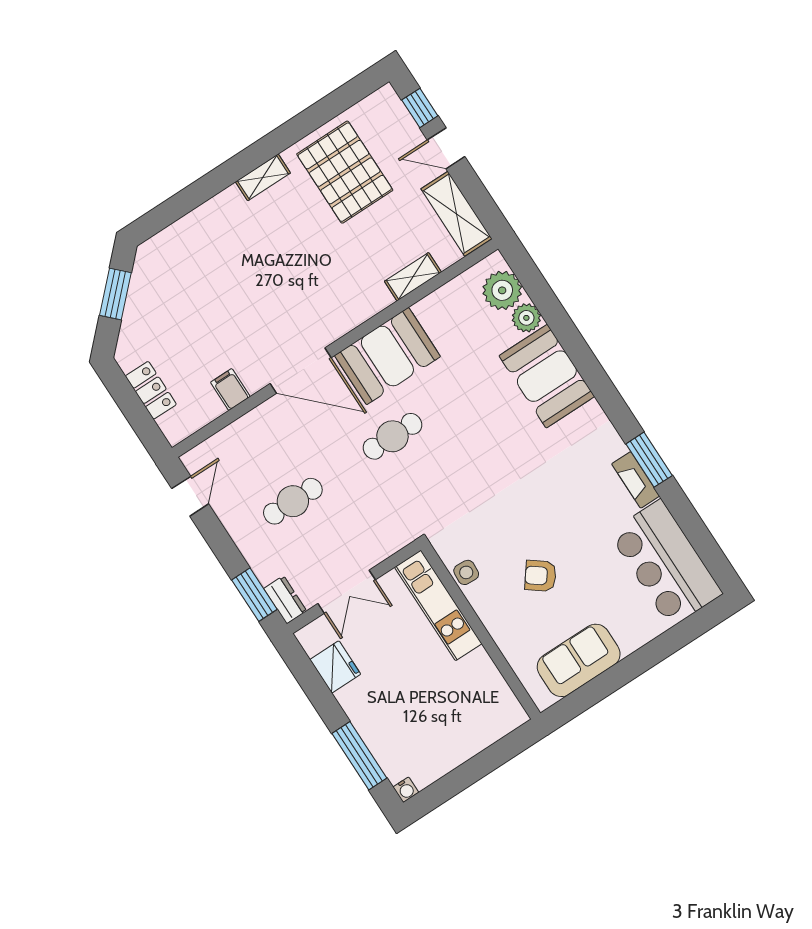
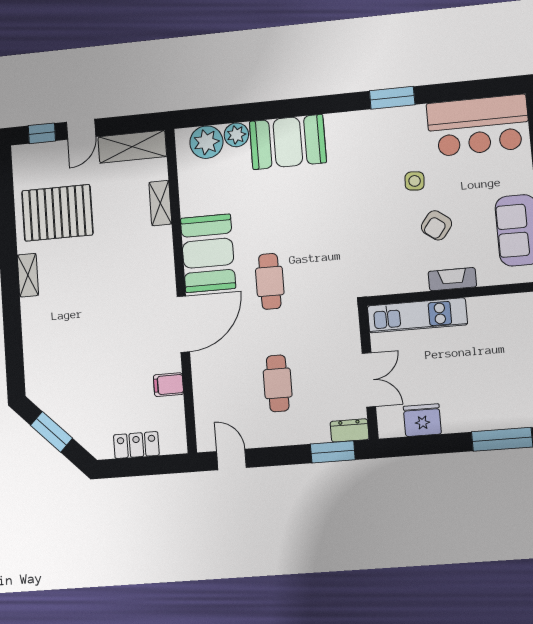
fireplace: (636, 480) -> (452, 279), moved, turned 180
side table: (466, 572) -> (415, 181), moved

